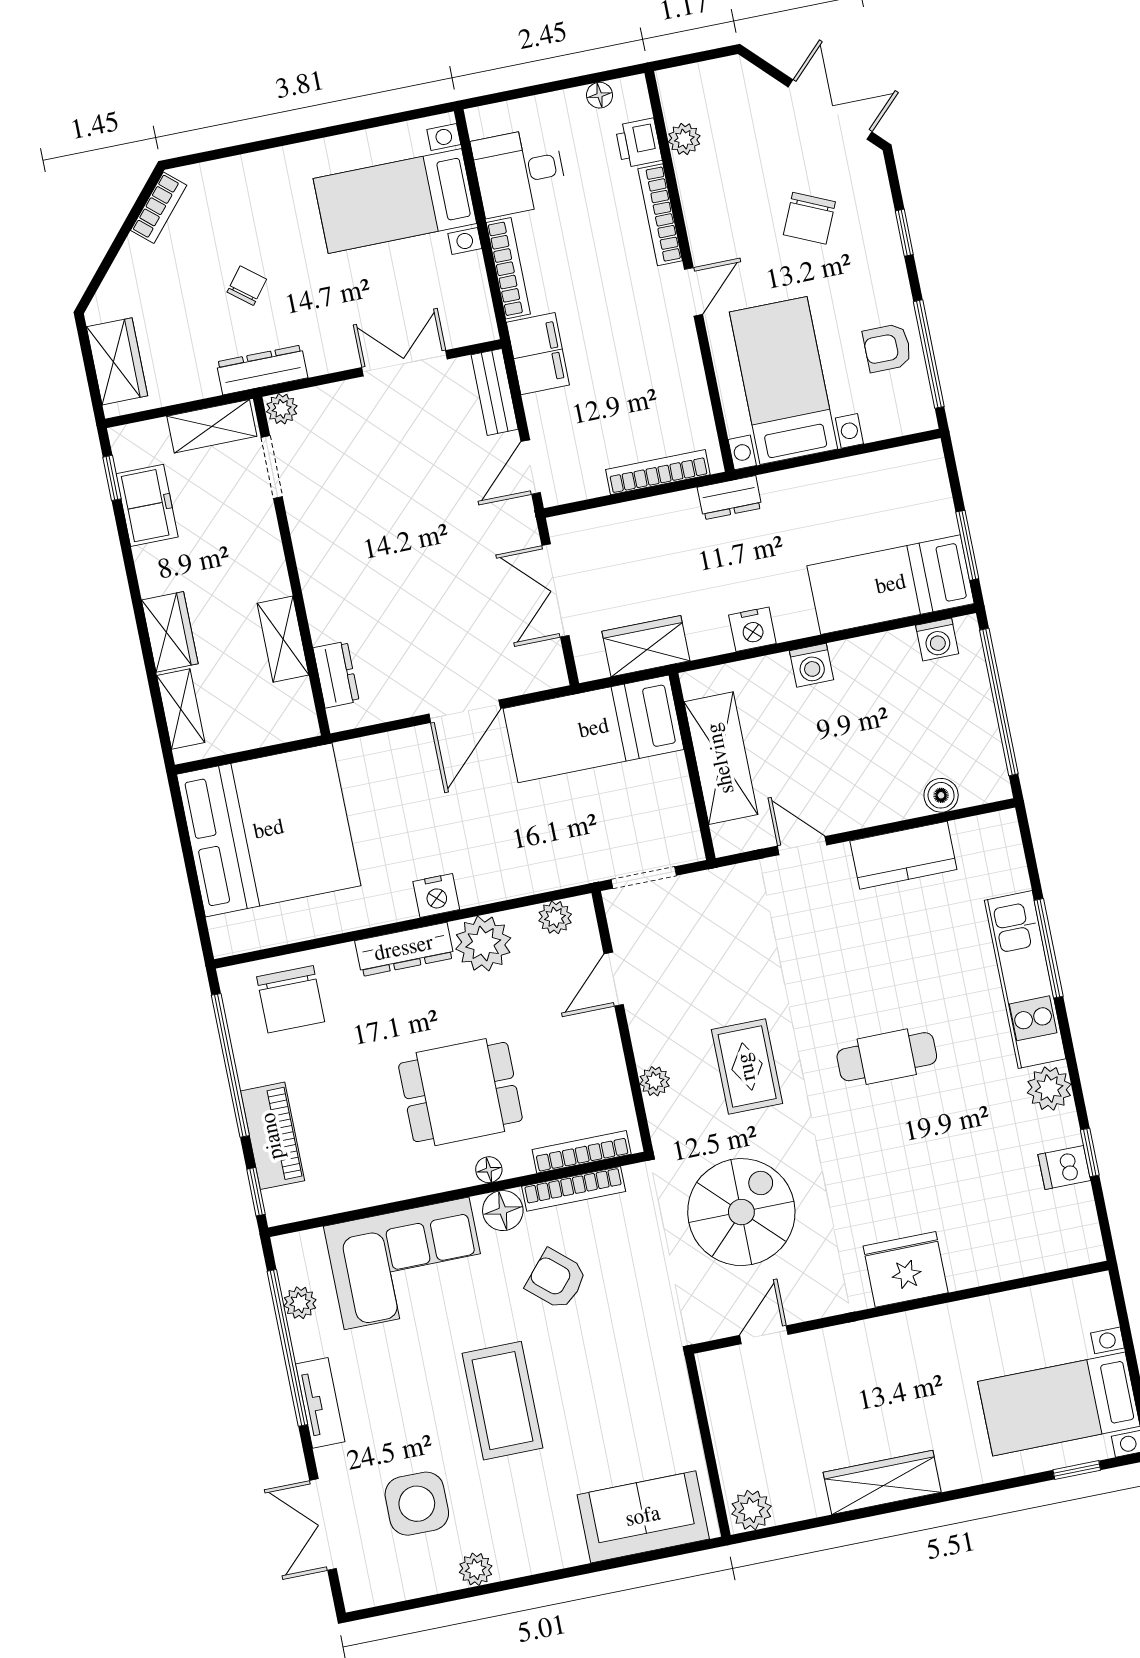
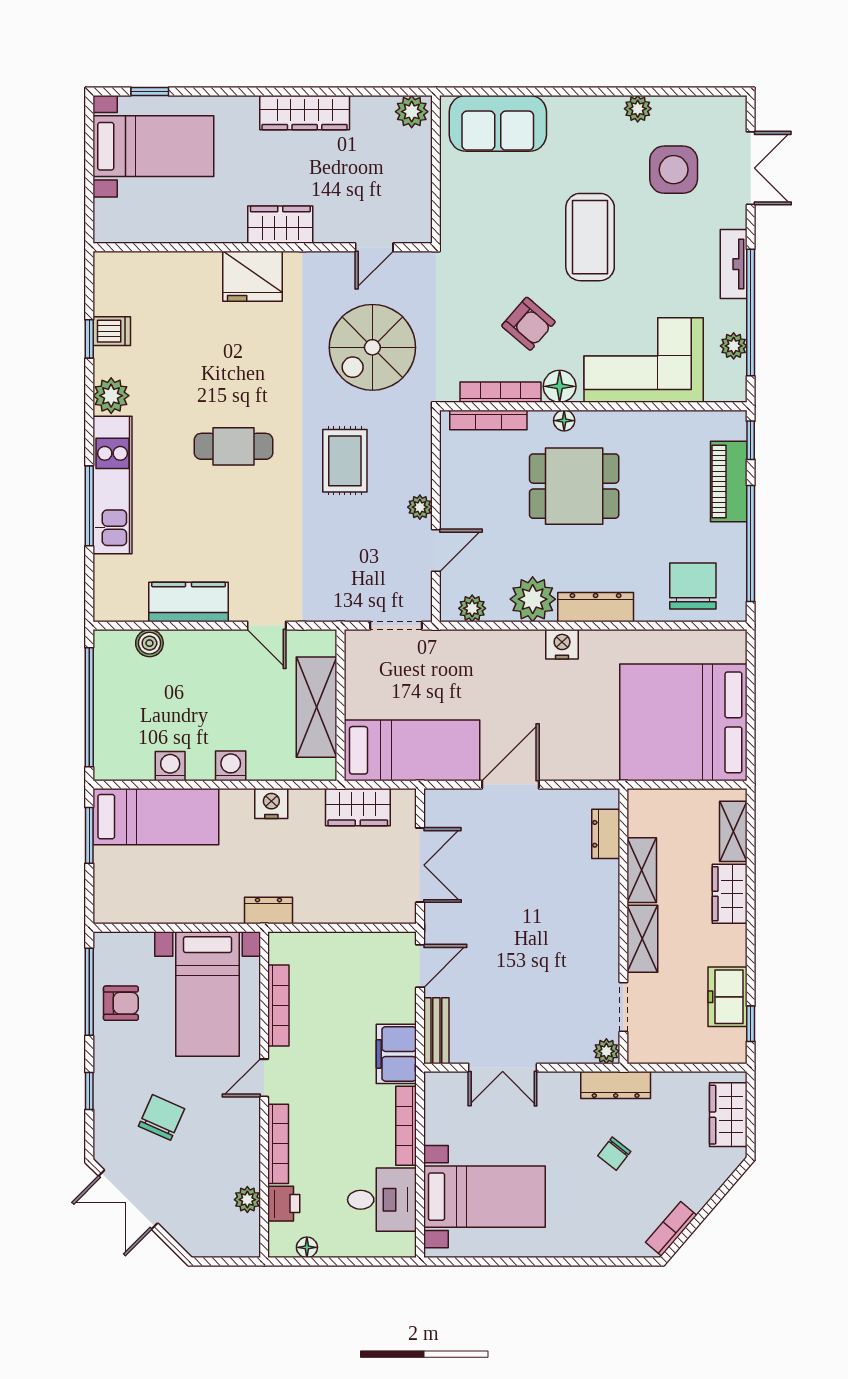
shelving: (212, 426) -> (642, 939), moved, turned 90
bookcase: (658, 472) -> (278, 1006), moved, turned -90
washing machine: (937, 640) -> (170, 766), moved
plant: (655, 1081) -> (420, 507), moved
wardrobe: (884, 1339) -> (280, 225), added

